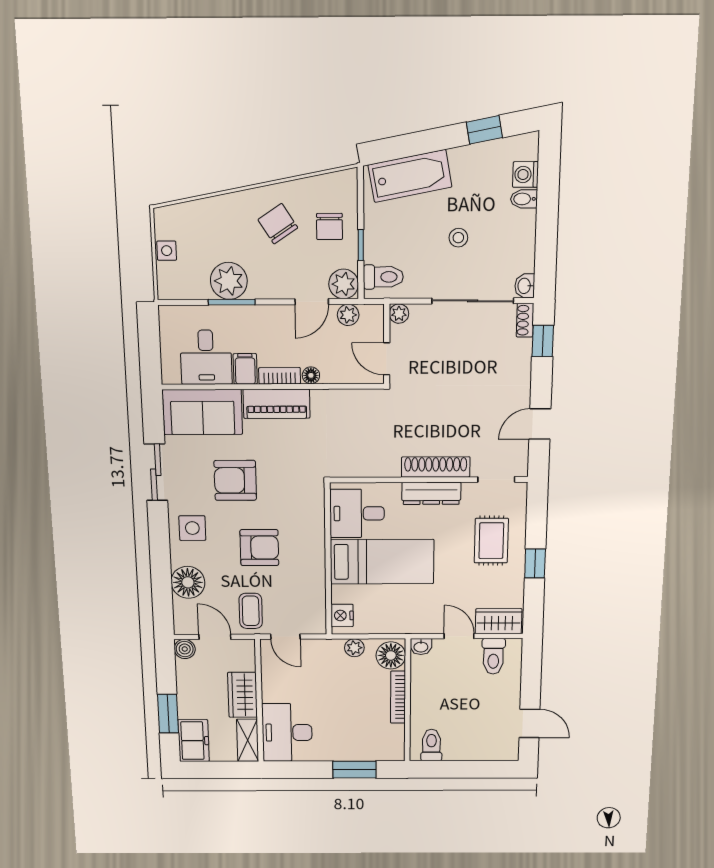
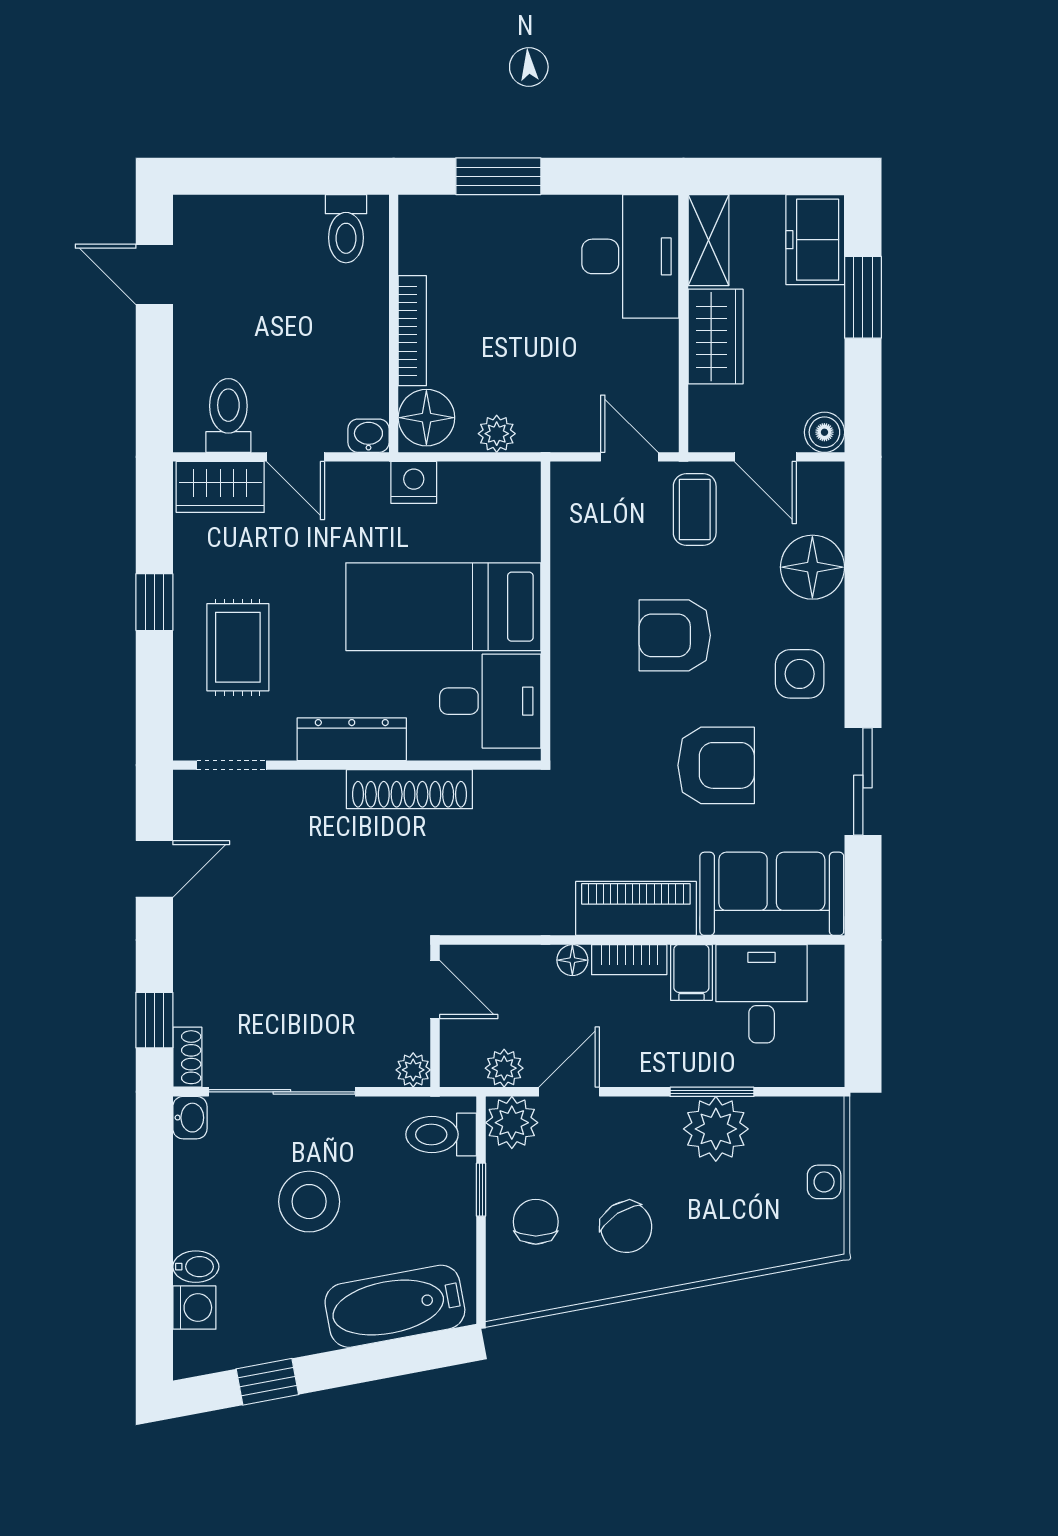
stool: (458, 238) -> (309, 1202), width x1.89, depth x1.89
shoe rack: (436, 467) -> (409, 789), moved
nightstand: (342, 615) -> (414, 482), moved, turned -90

